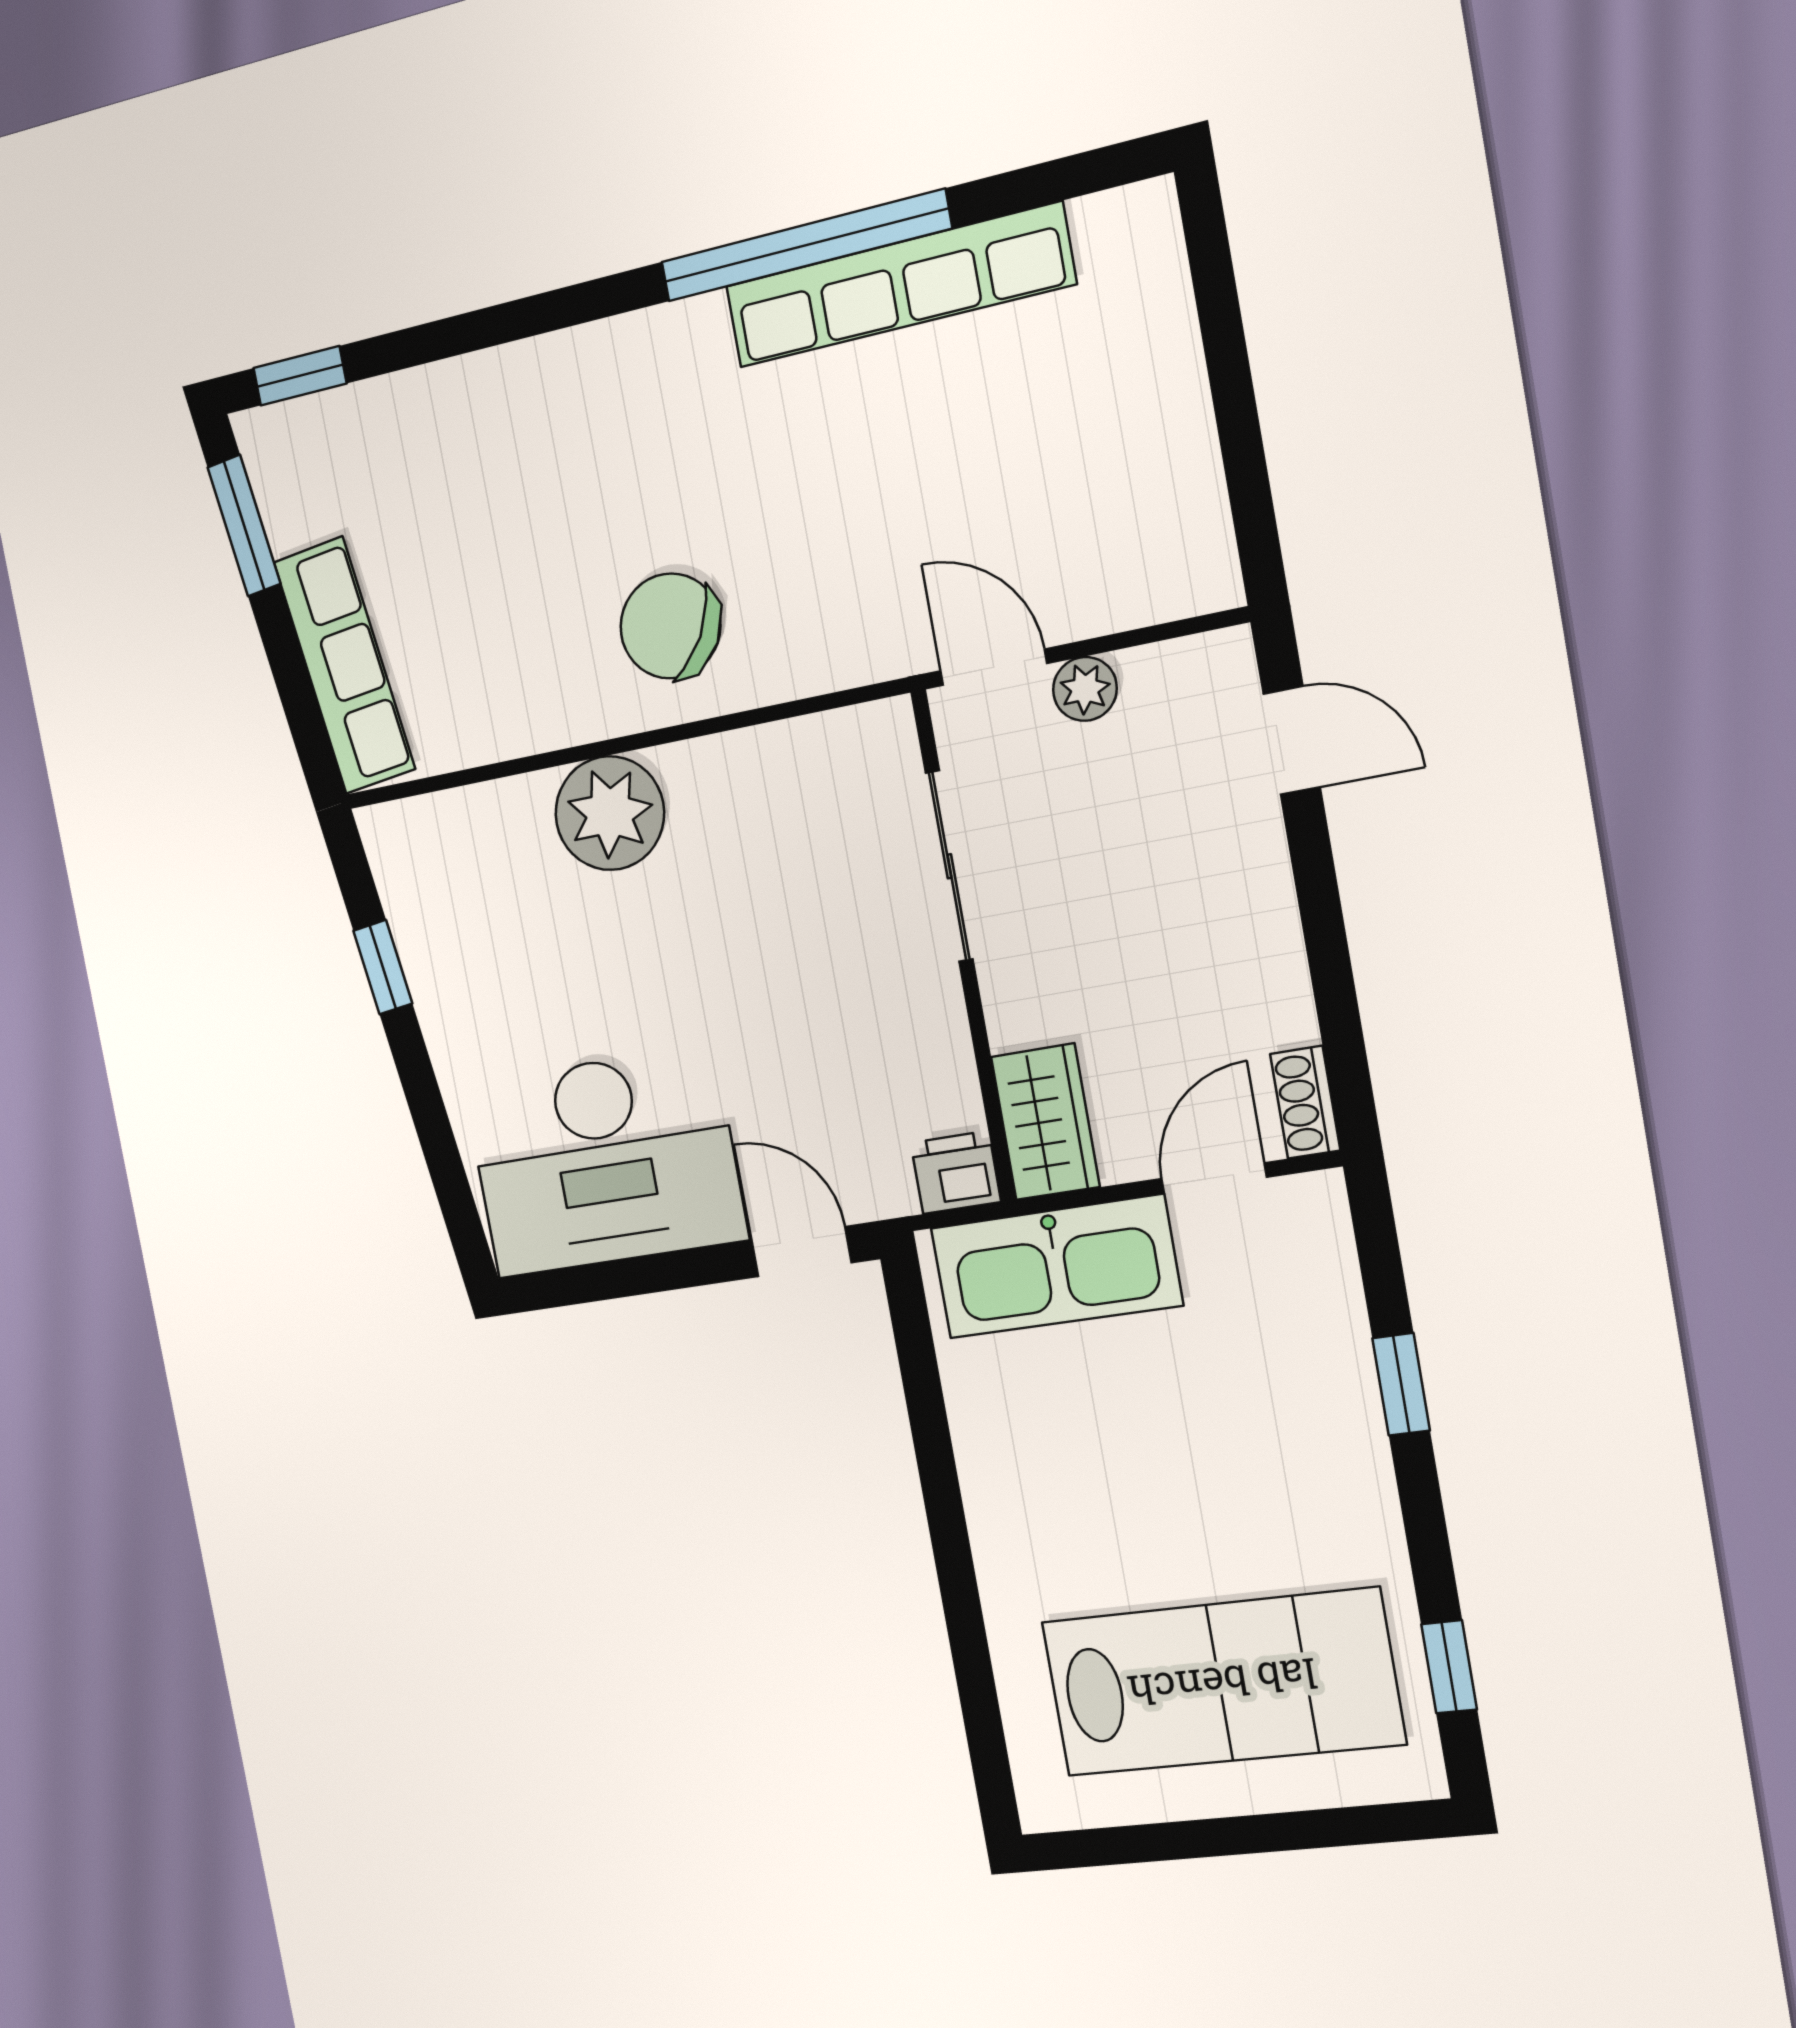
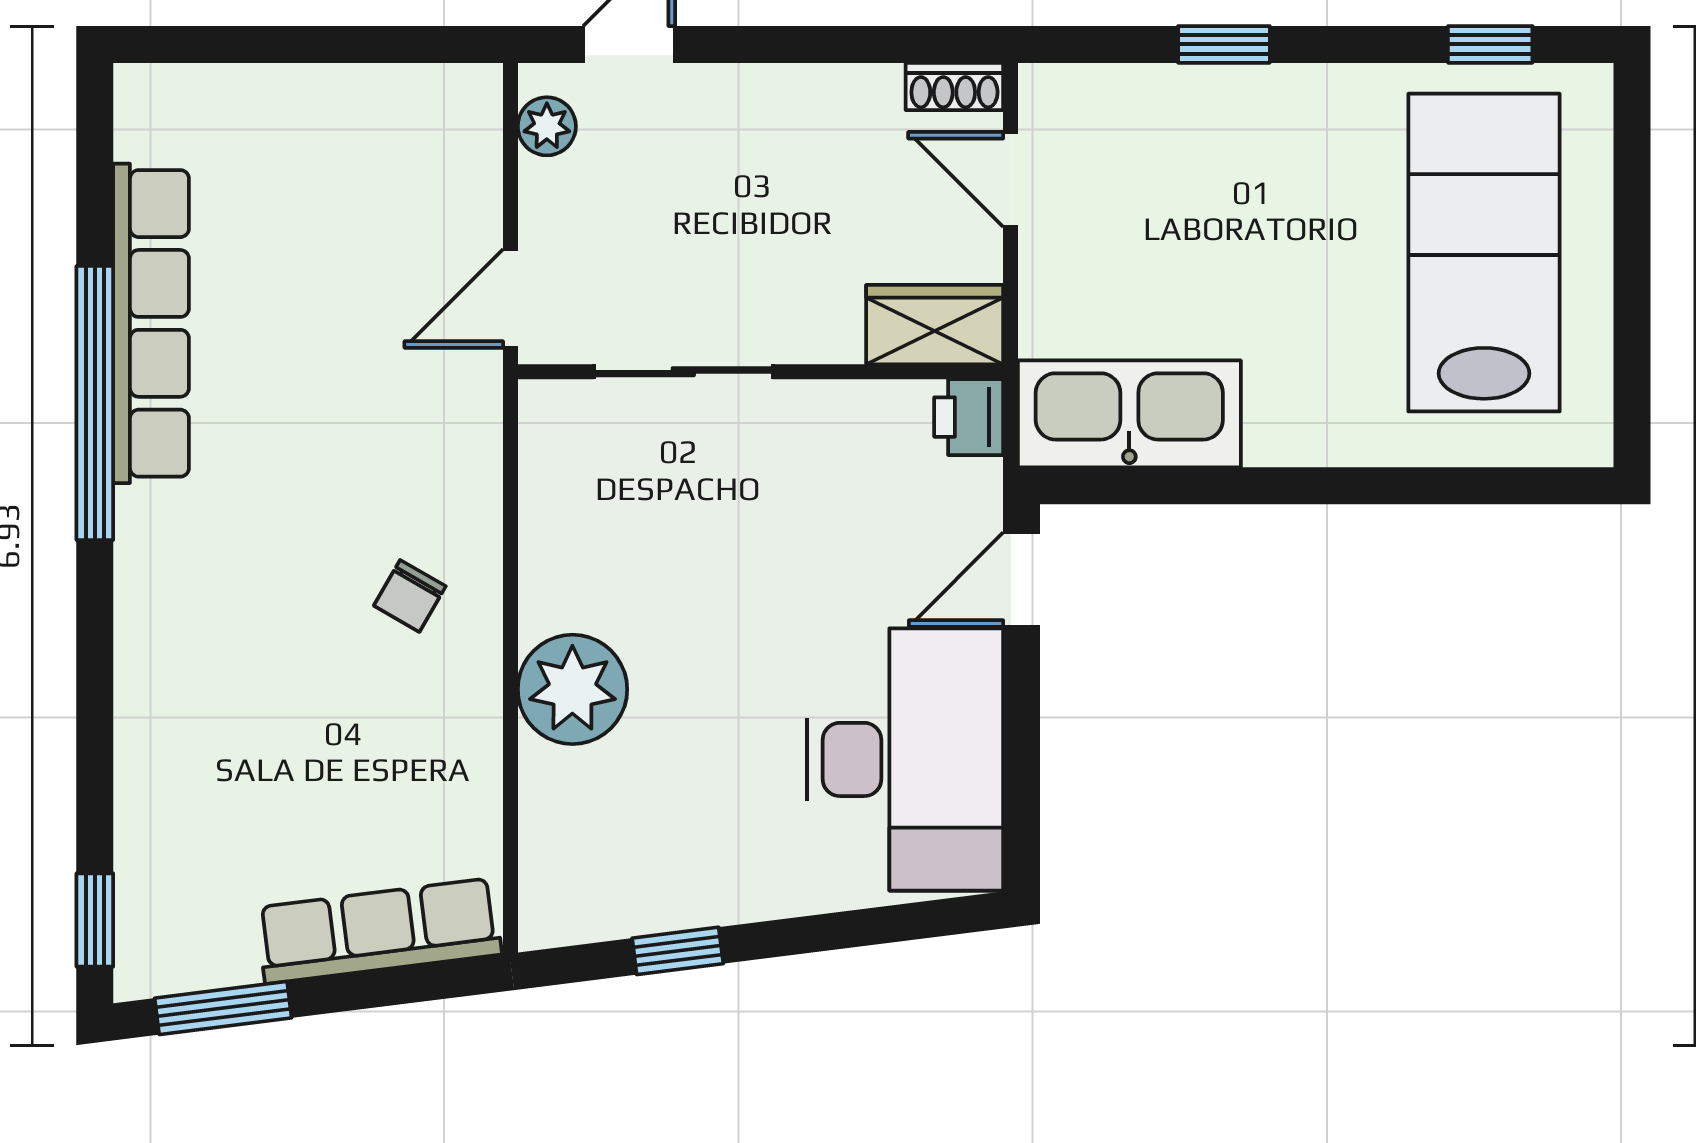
chair: (670, 626) -> (410, 596), width x0.54, depth x0.54
plant: (1085, 689) -> (547, 126), moved
kitchen sink: (1056, 1267) -> (1129, 414), moved, turned -90

